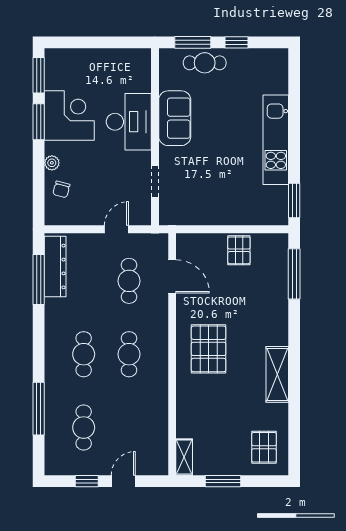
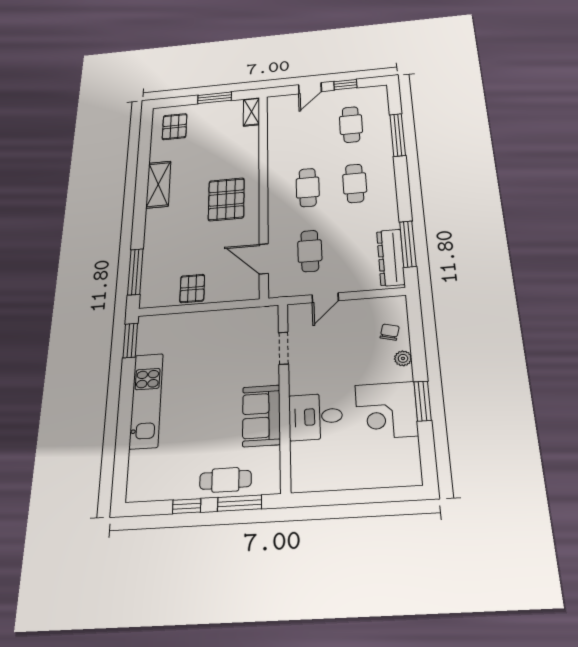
window: (39, 75) -> (427, 453), removed
desk: (129, 122) -> (315, 417), width x0.73

